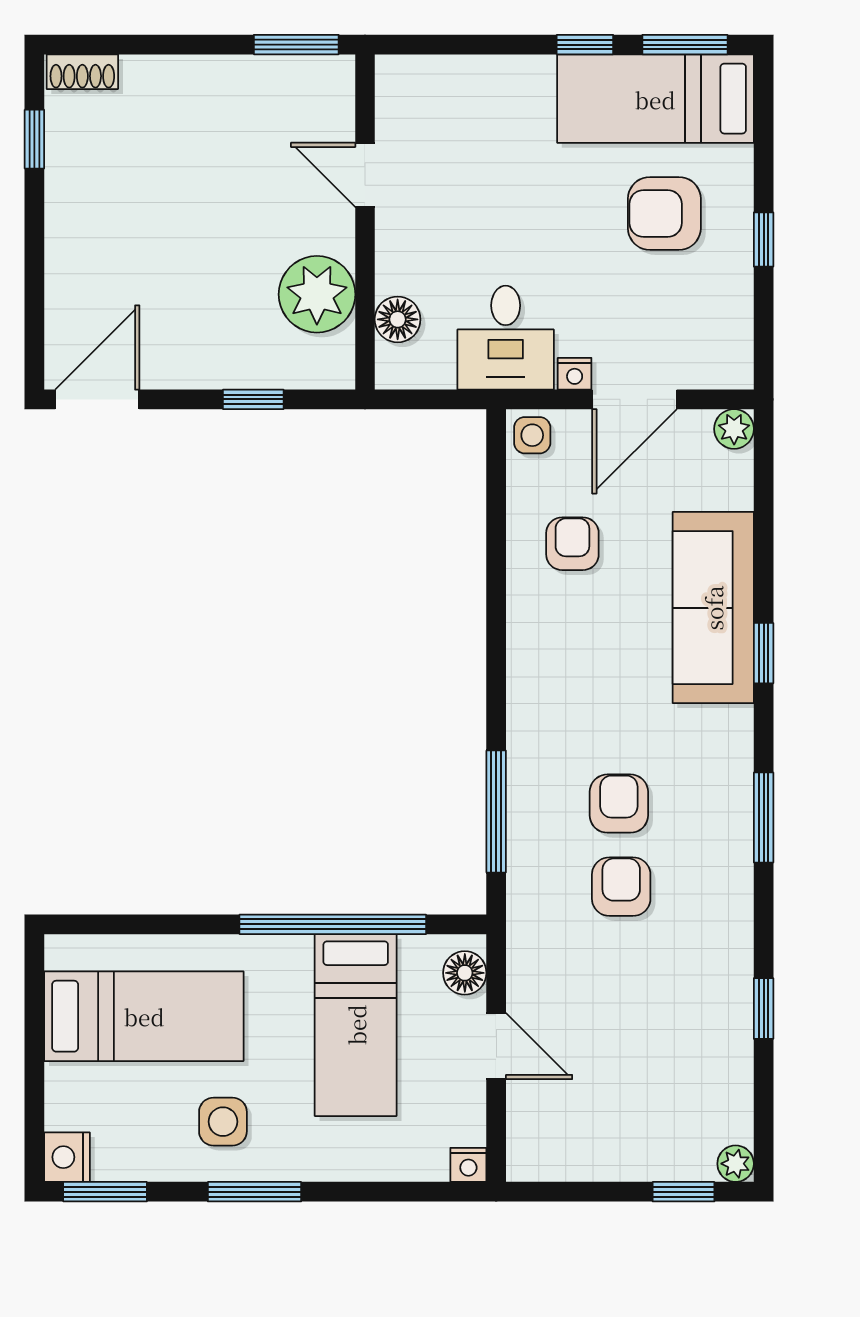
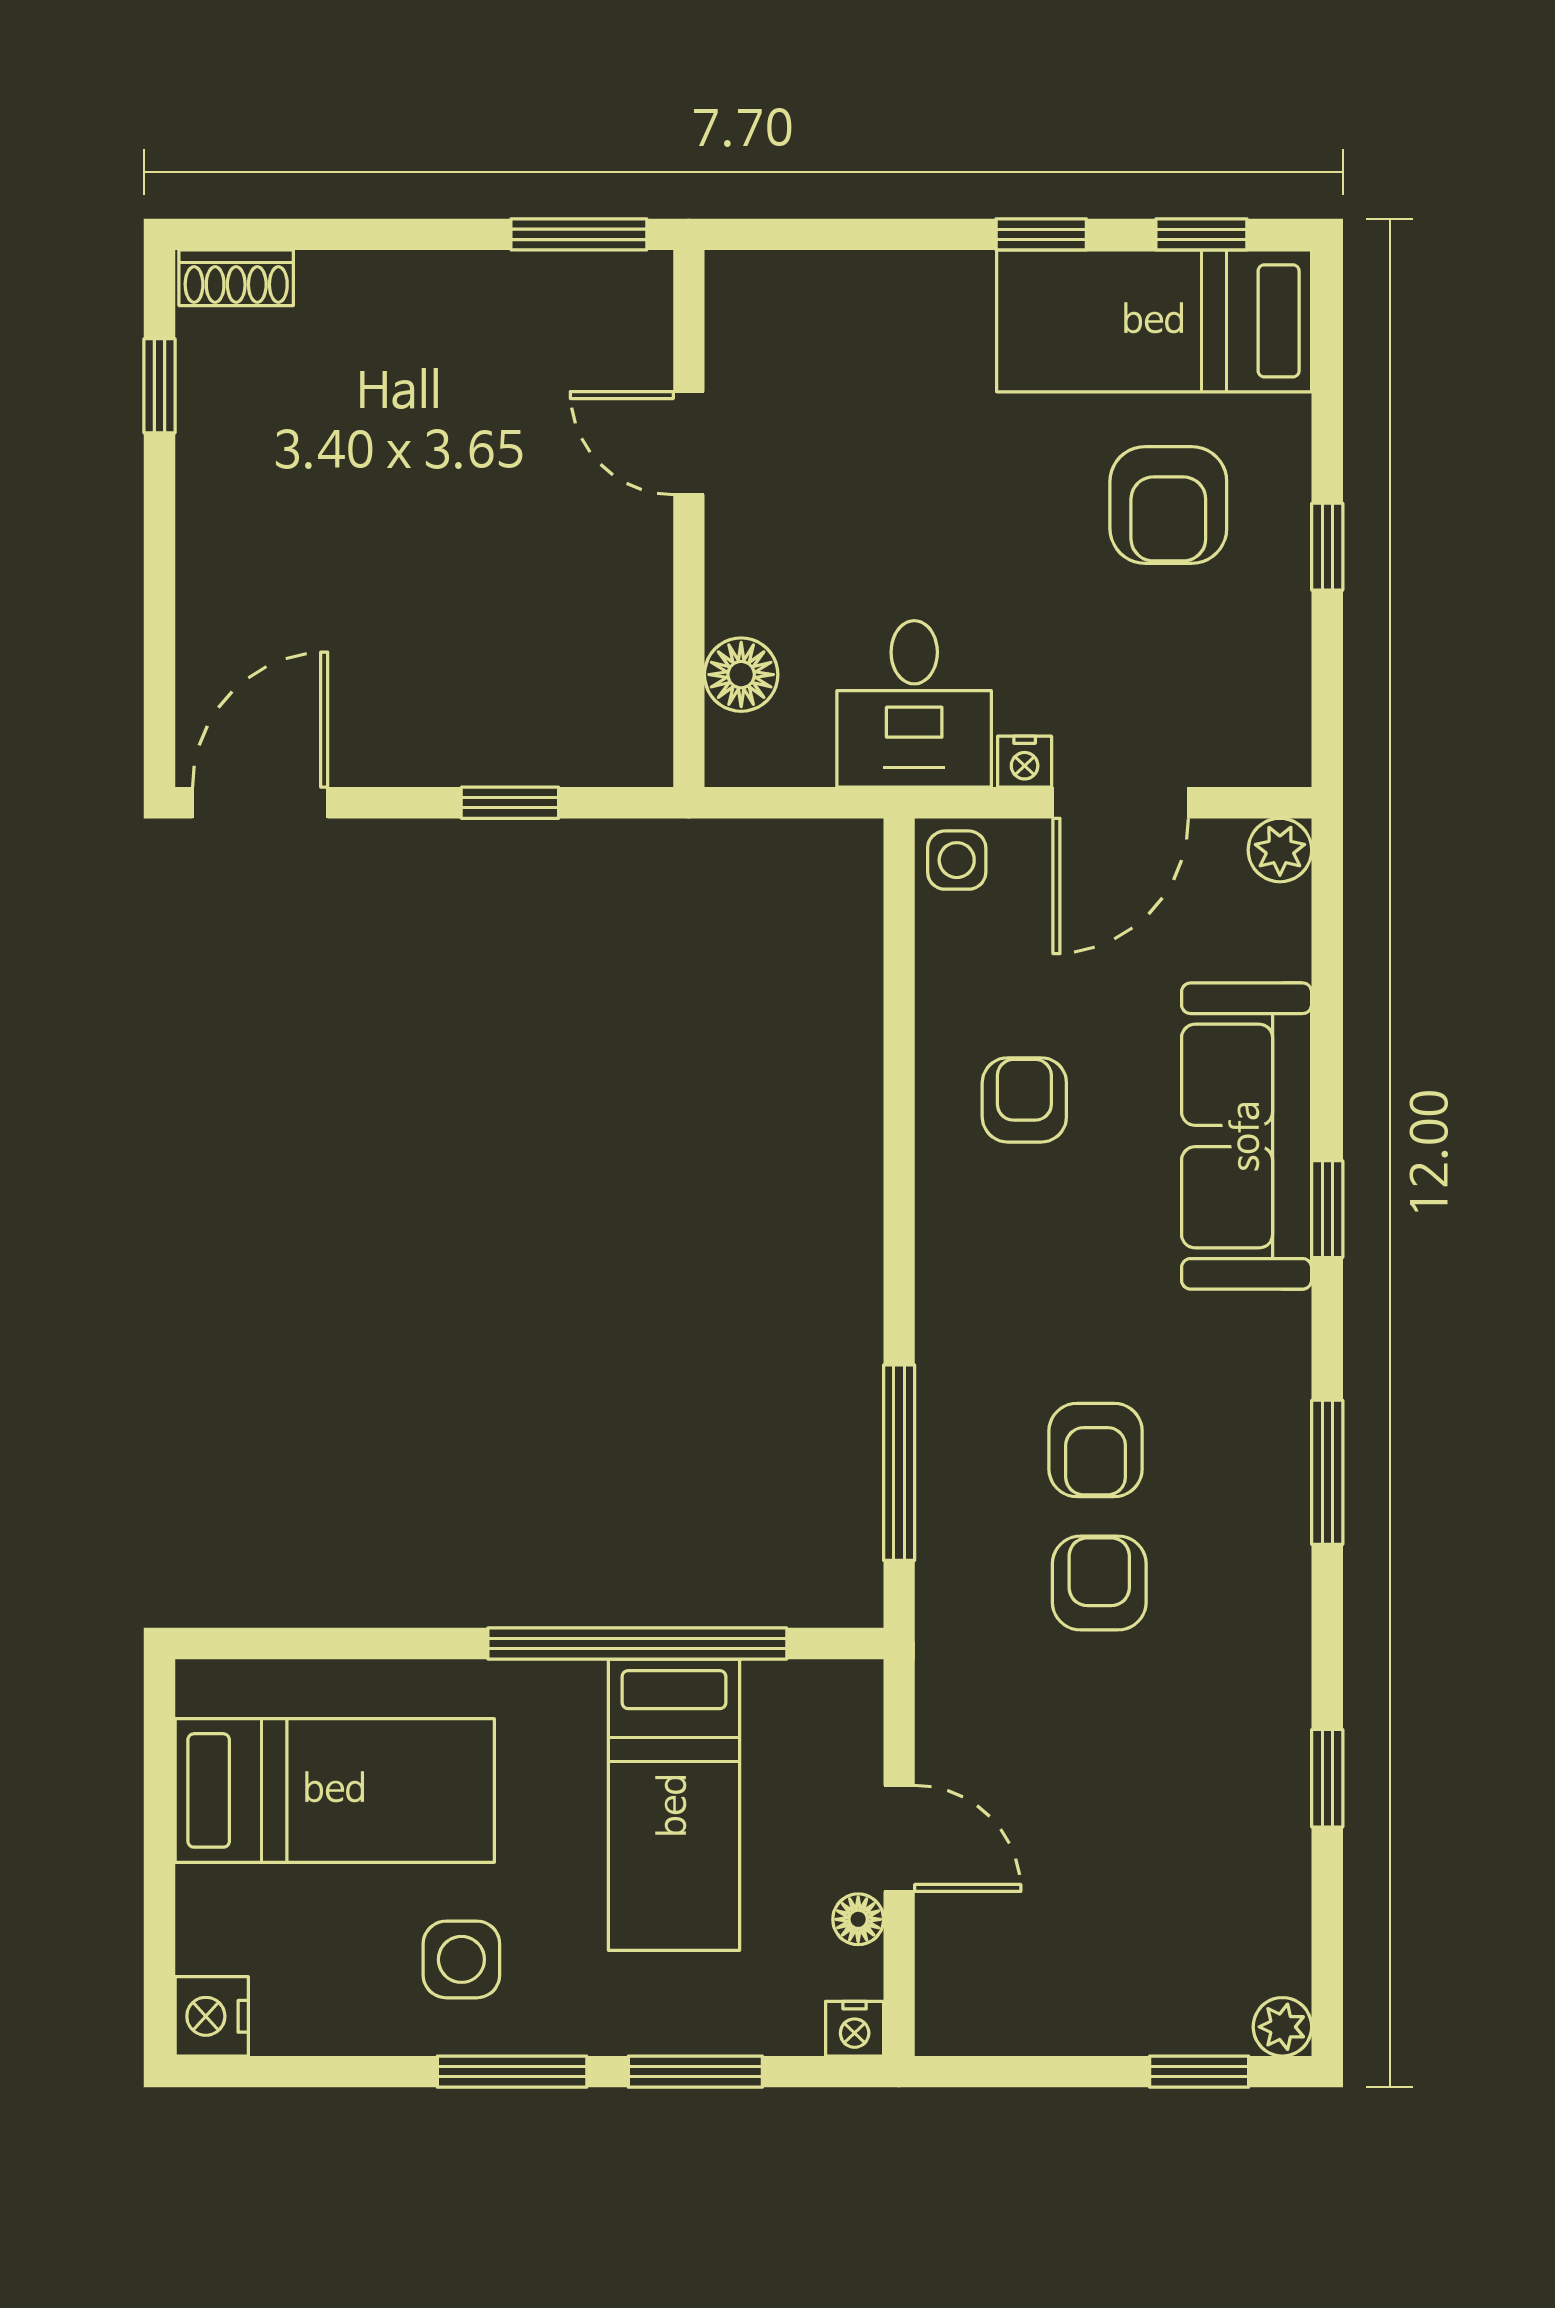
window: (685, 45) -> (1201, 234), width x0.67
armchair: (664, 213) -> (1168, 505), turned -90
plant: (317, 294) -> (612, 634), removed
armchair: (572, 544) -> (1024, 1100), moved
armchair: (619, 804) -> (1096, 1450), turned 180
floor lamp: (465, 973) -> (858, 1919), moved, width x0.73, depth x0.73
window: (105, 1192) -> (695, 2072), moved

